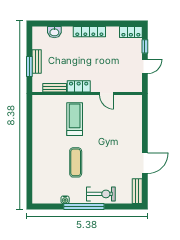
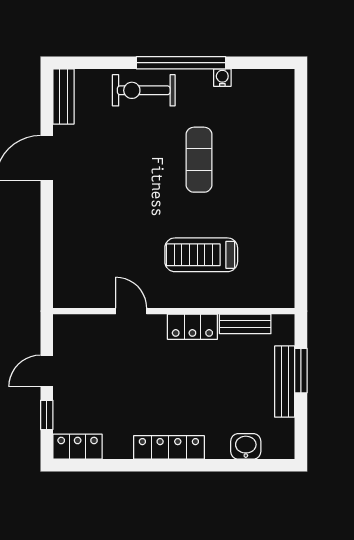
bench: (37, 62) -> (285, 382), width x1.36
treadmill: (75, 119) -> (201, 255), turned 90

